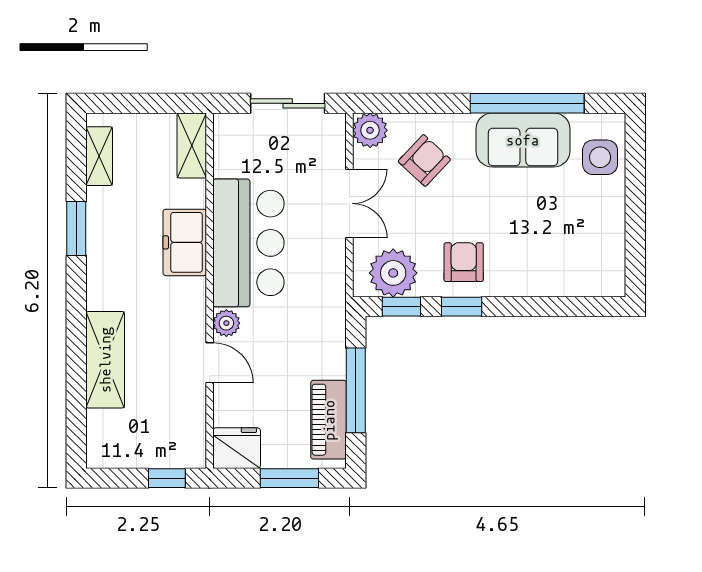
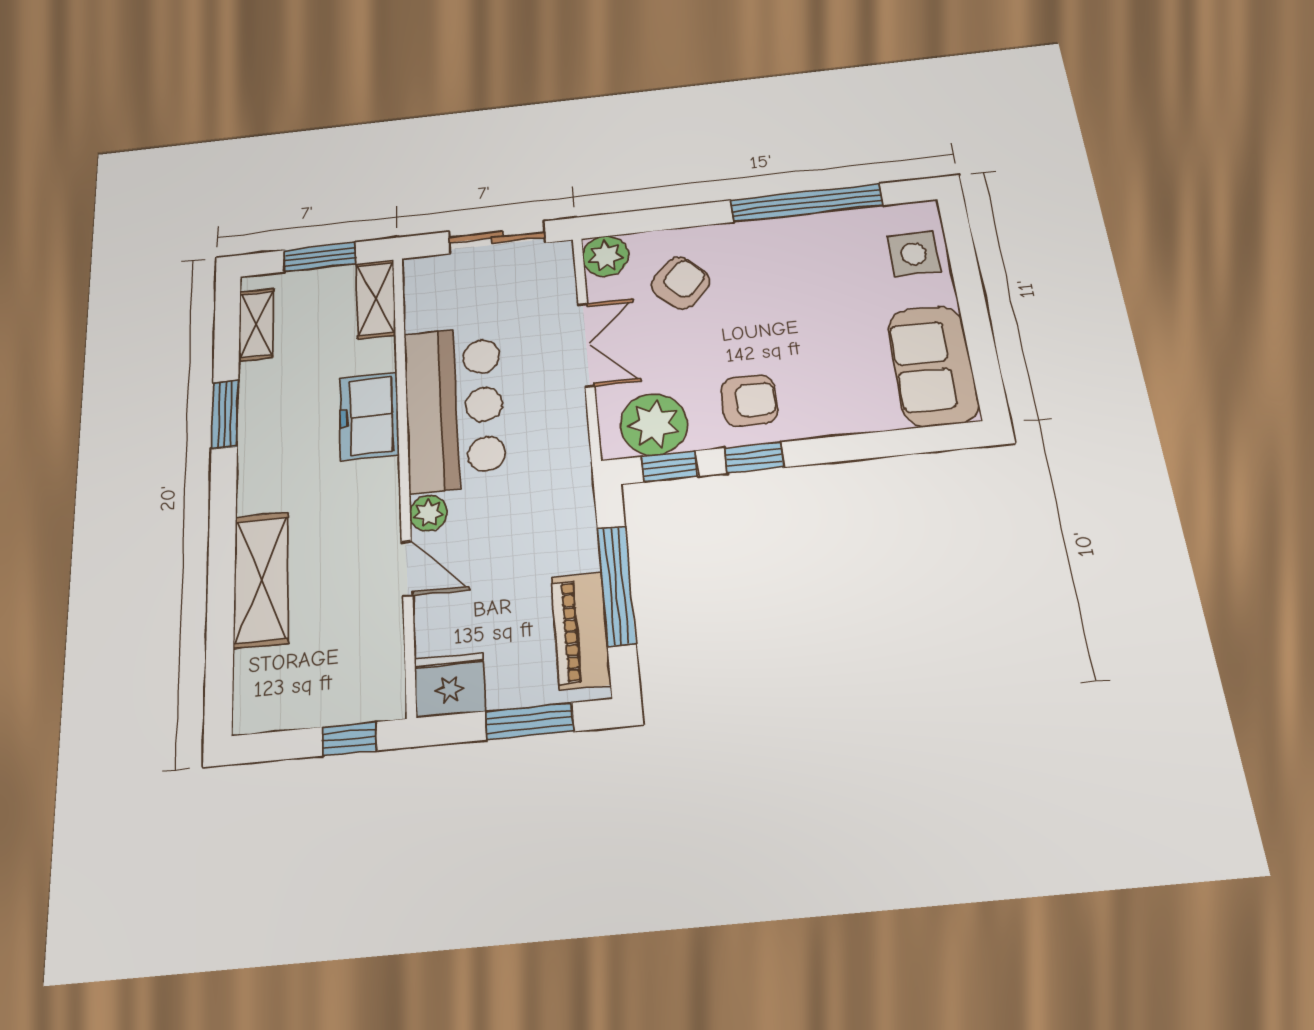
window: (149, 103) -> (320, 257), added
sofa: (523, 140) -> (933, 366), moved, turned 90
armchair: (464, 262) -> (749, 400), turned 90

